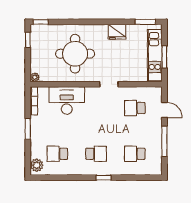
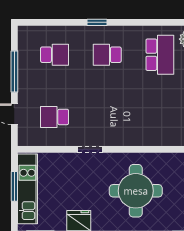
desk: (67, 100) -> (147, 127), removed
school desk: (135, 108) -> (55, 117), turned 180
school desk: (57, 154) -> (160, 55), width x1.85

